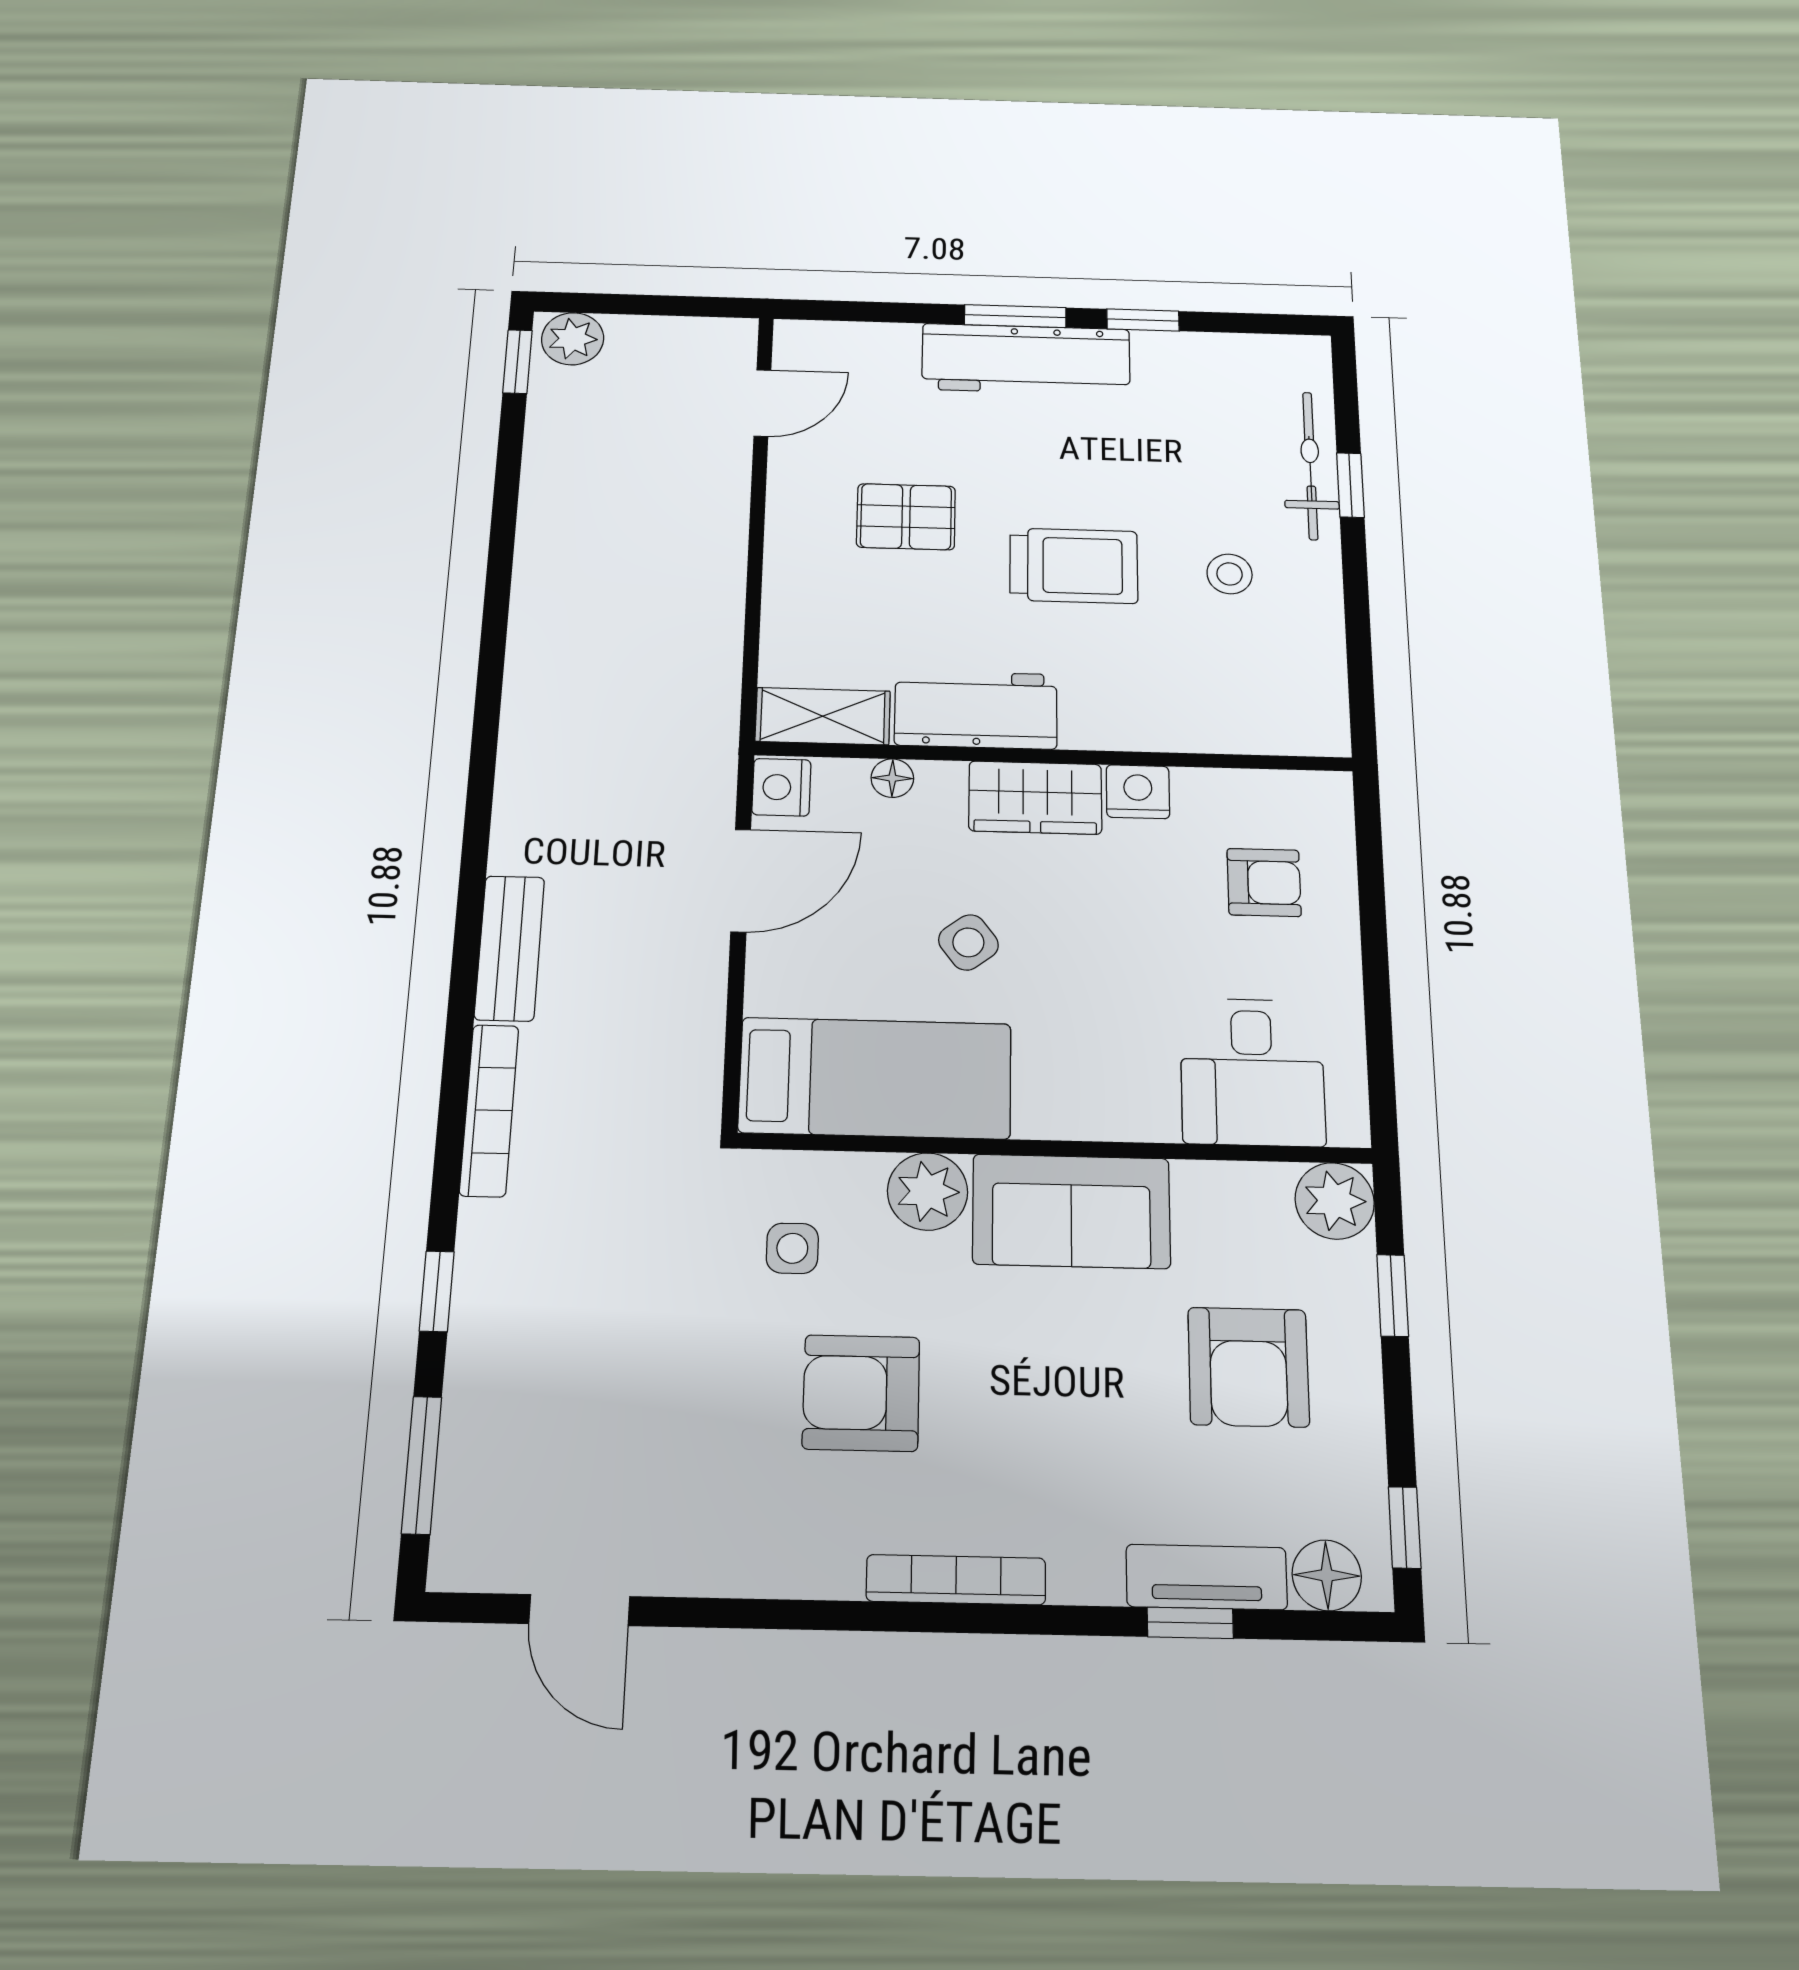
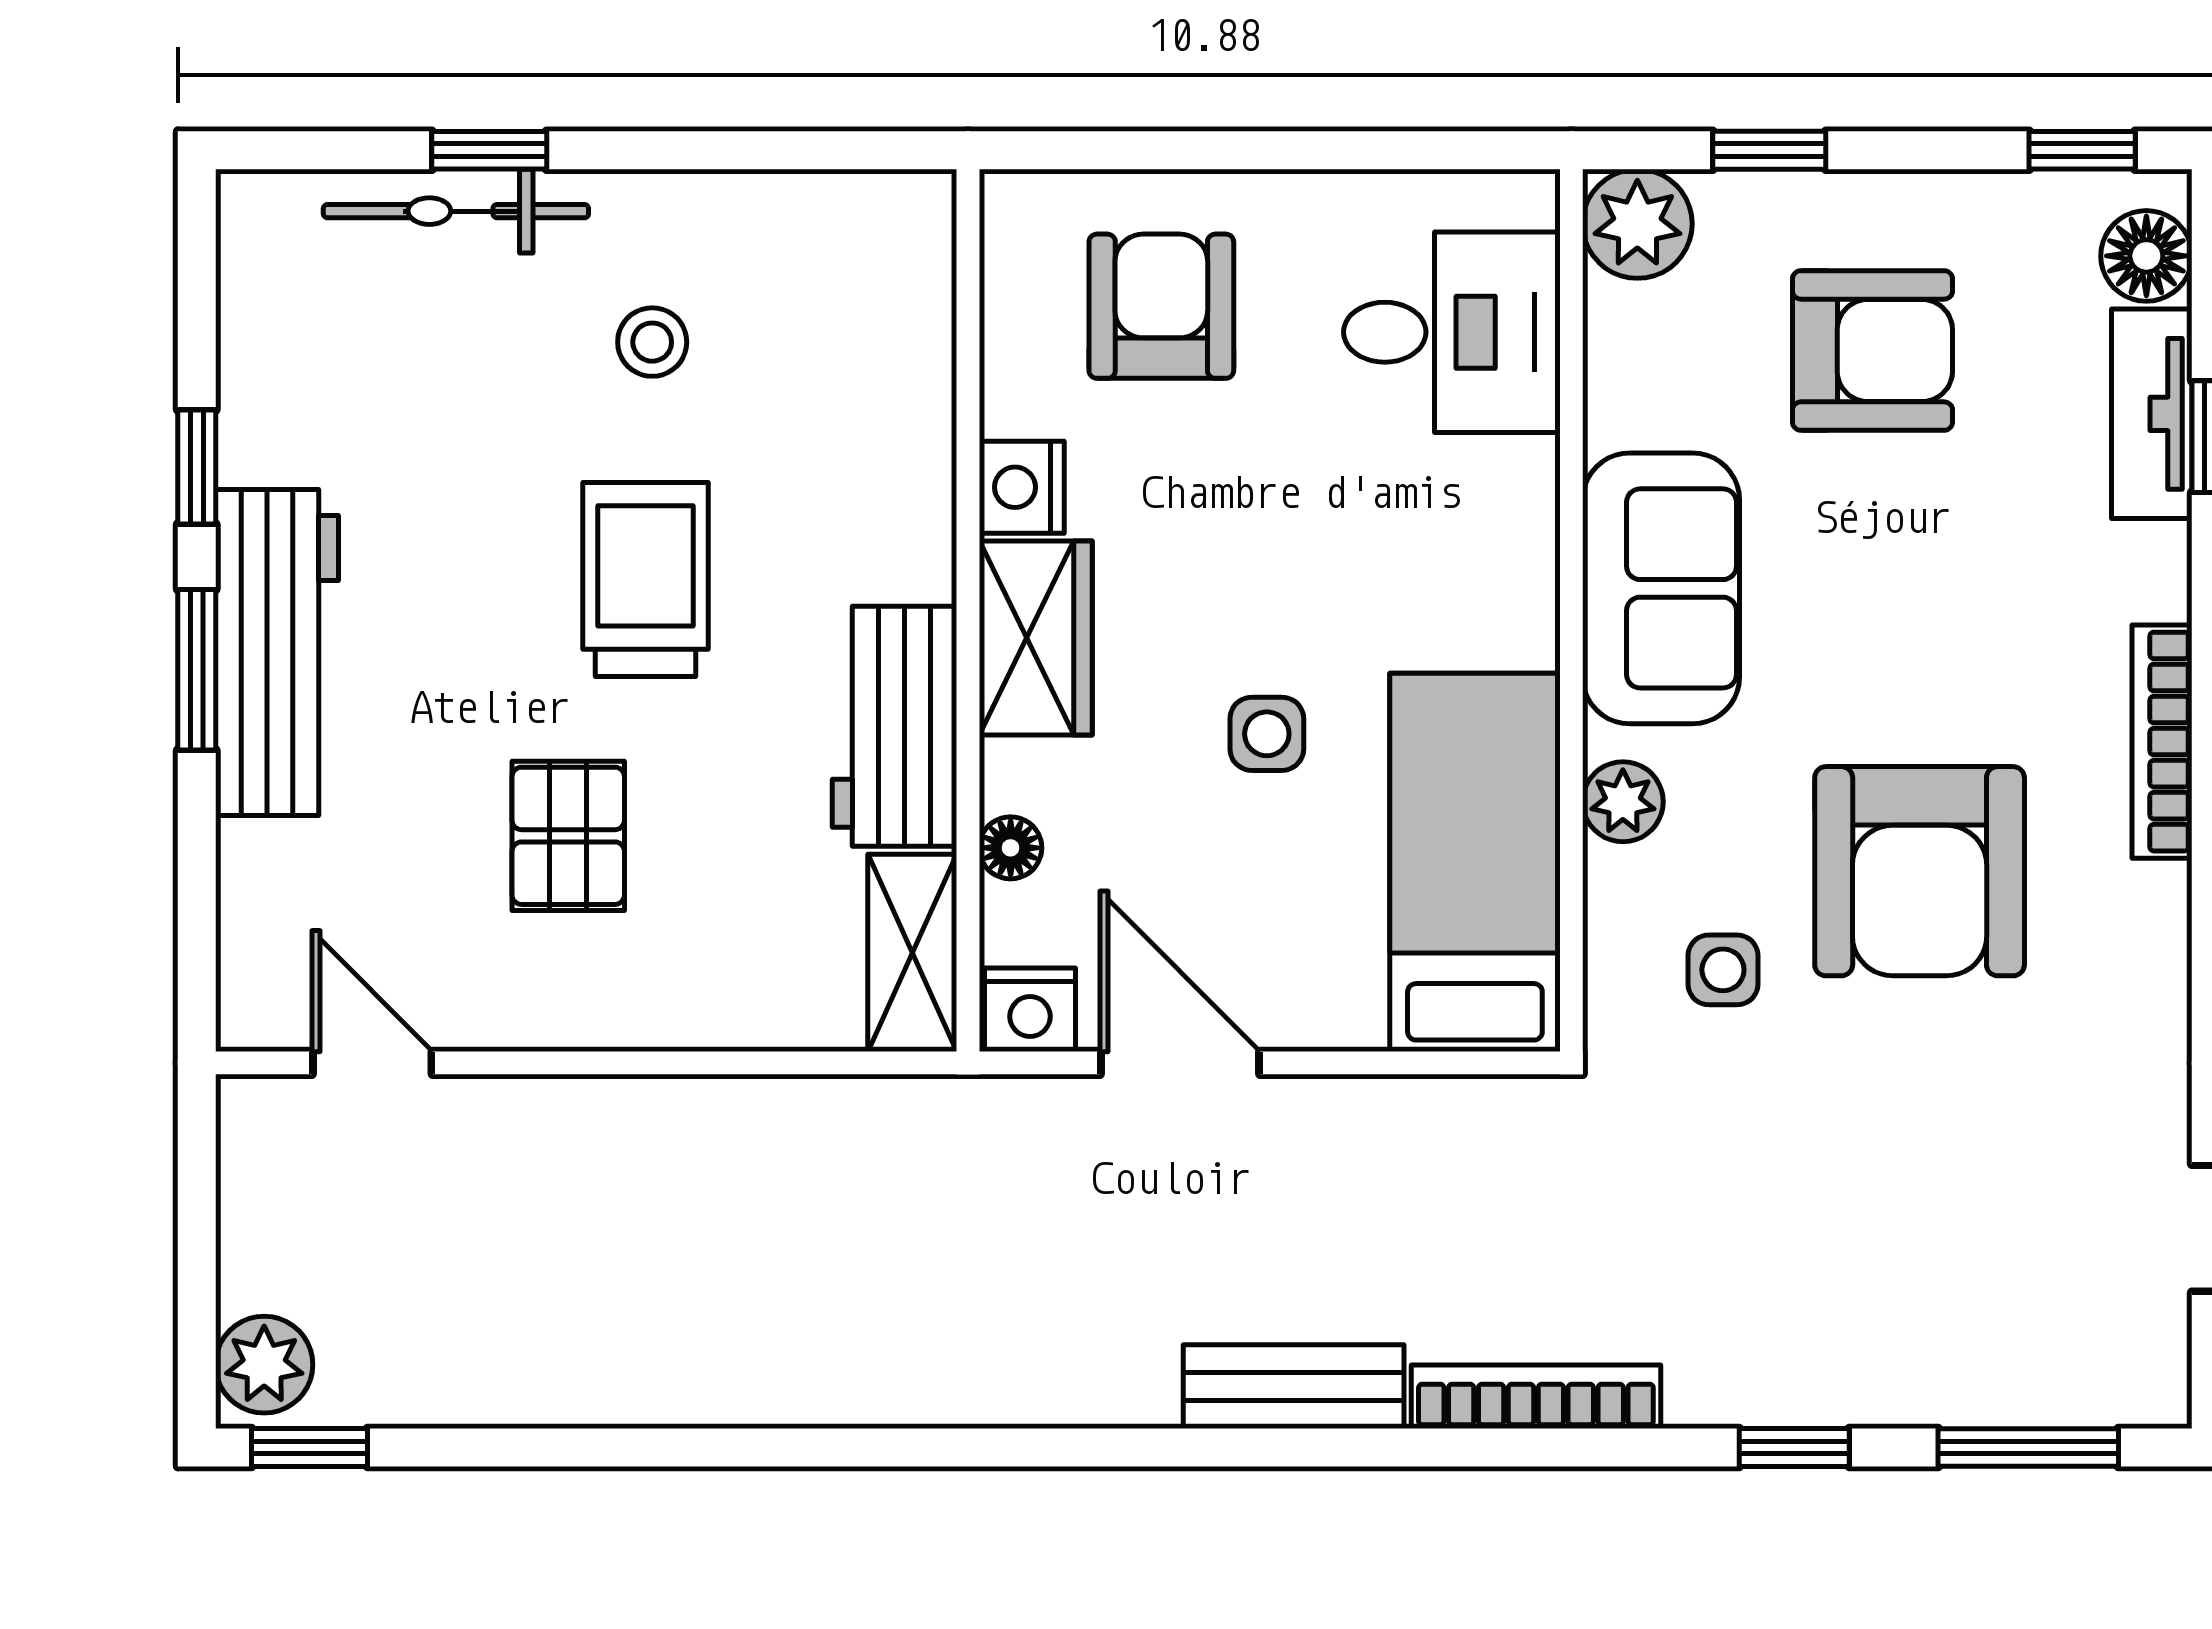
armchair: (1264, 882) -> (1161, 306), width x1.38, depth x1.38
side table: (968, 942) -> (1267, 734), turned 37
plant: (928, 1191) -> (1623, 802), width x0.73, depth x0.73
armchair: (861, 1393) -> (1920, 871), width x1.36, depth x1.36

